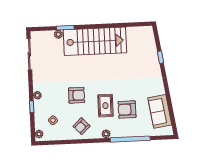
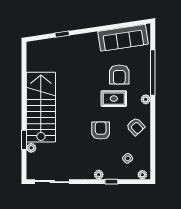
sofa: (160, 111) -> (123, 38), width x1.36

